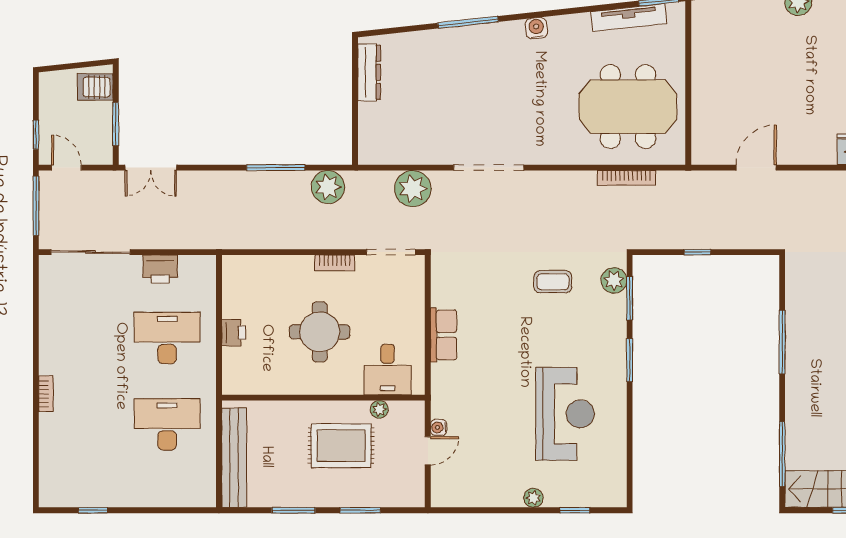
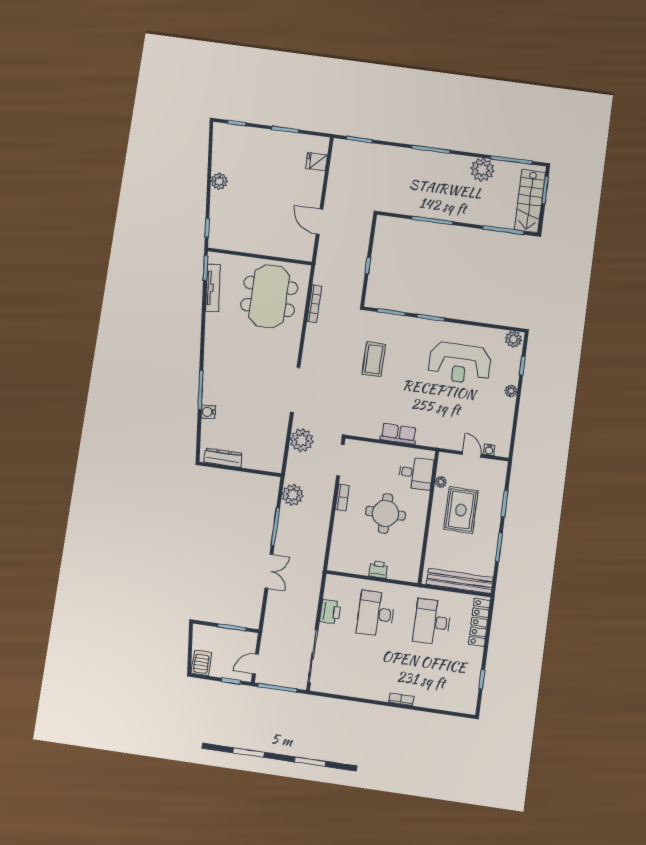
water cooler: (536, 28) -> (208, 412), moved
server rack: (95, 87) -> (201, 663), moved, turned 180
double door: (151, 168) -> (269, 571), moved
plant: (614, 280) -> (513, 339), moved
coffee table: (553, 282) -> (374, 359), width x1.36, depth x1.30
reception desk: (565, 414) -> (460, 363), turned 180
water cooler: (439, 427) -> (489, 450), moved
locker: (177, 495) -> (479, 622), added

